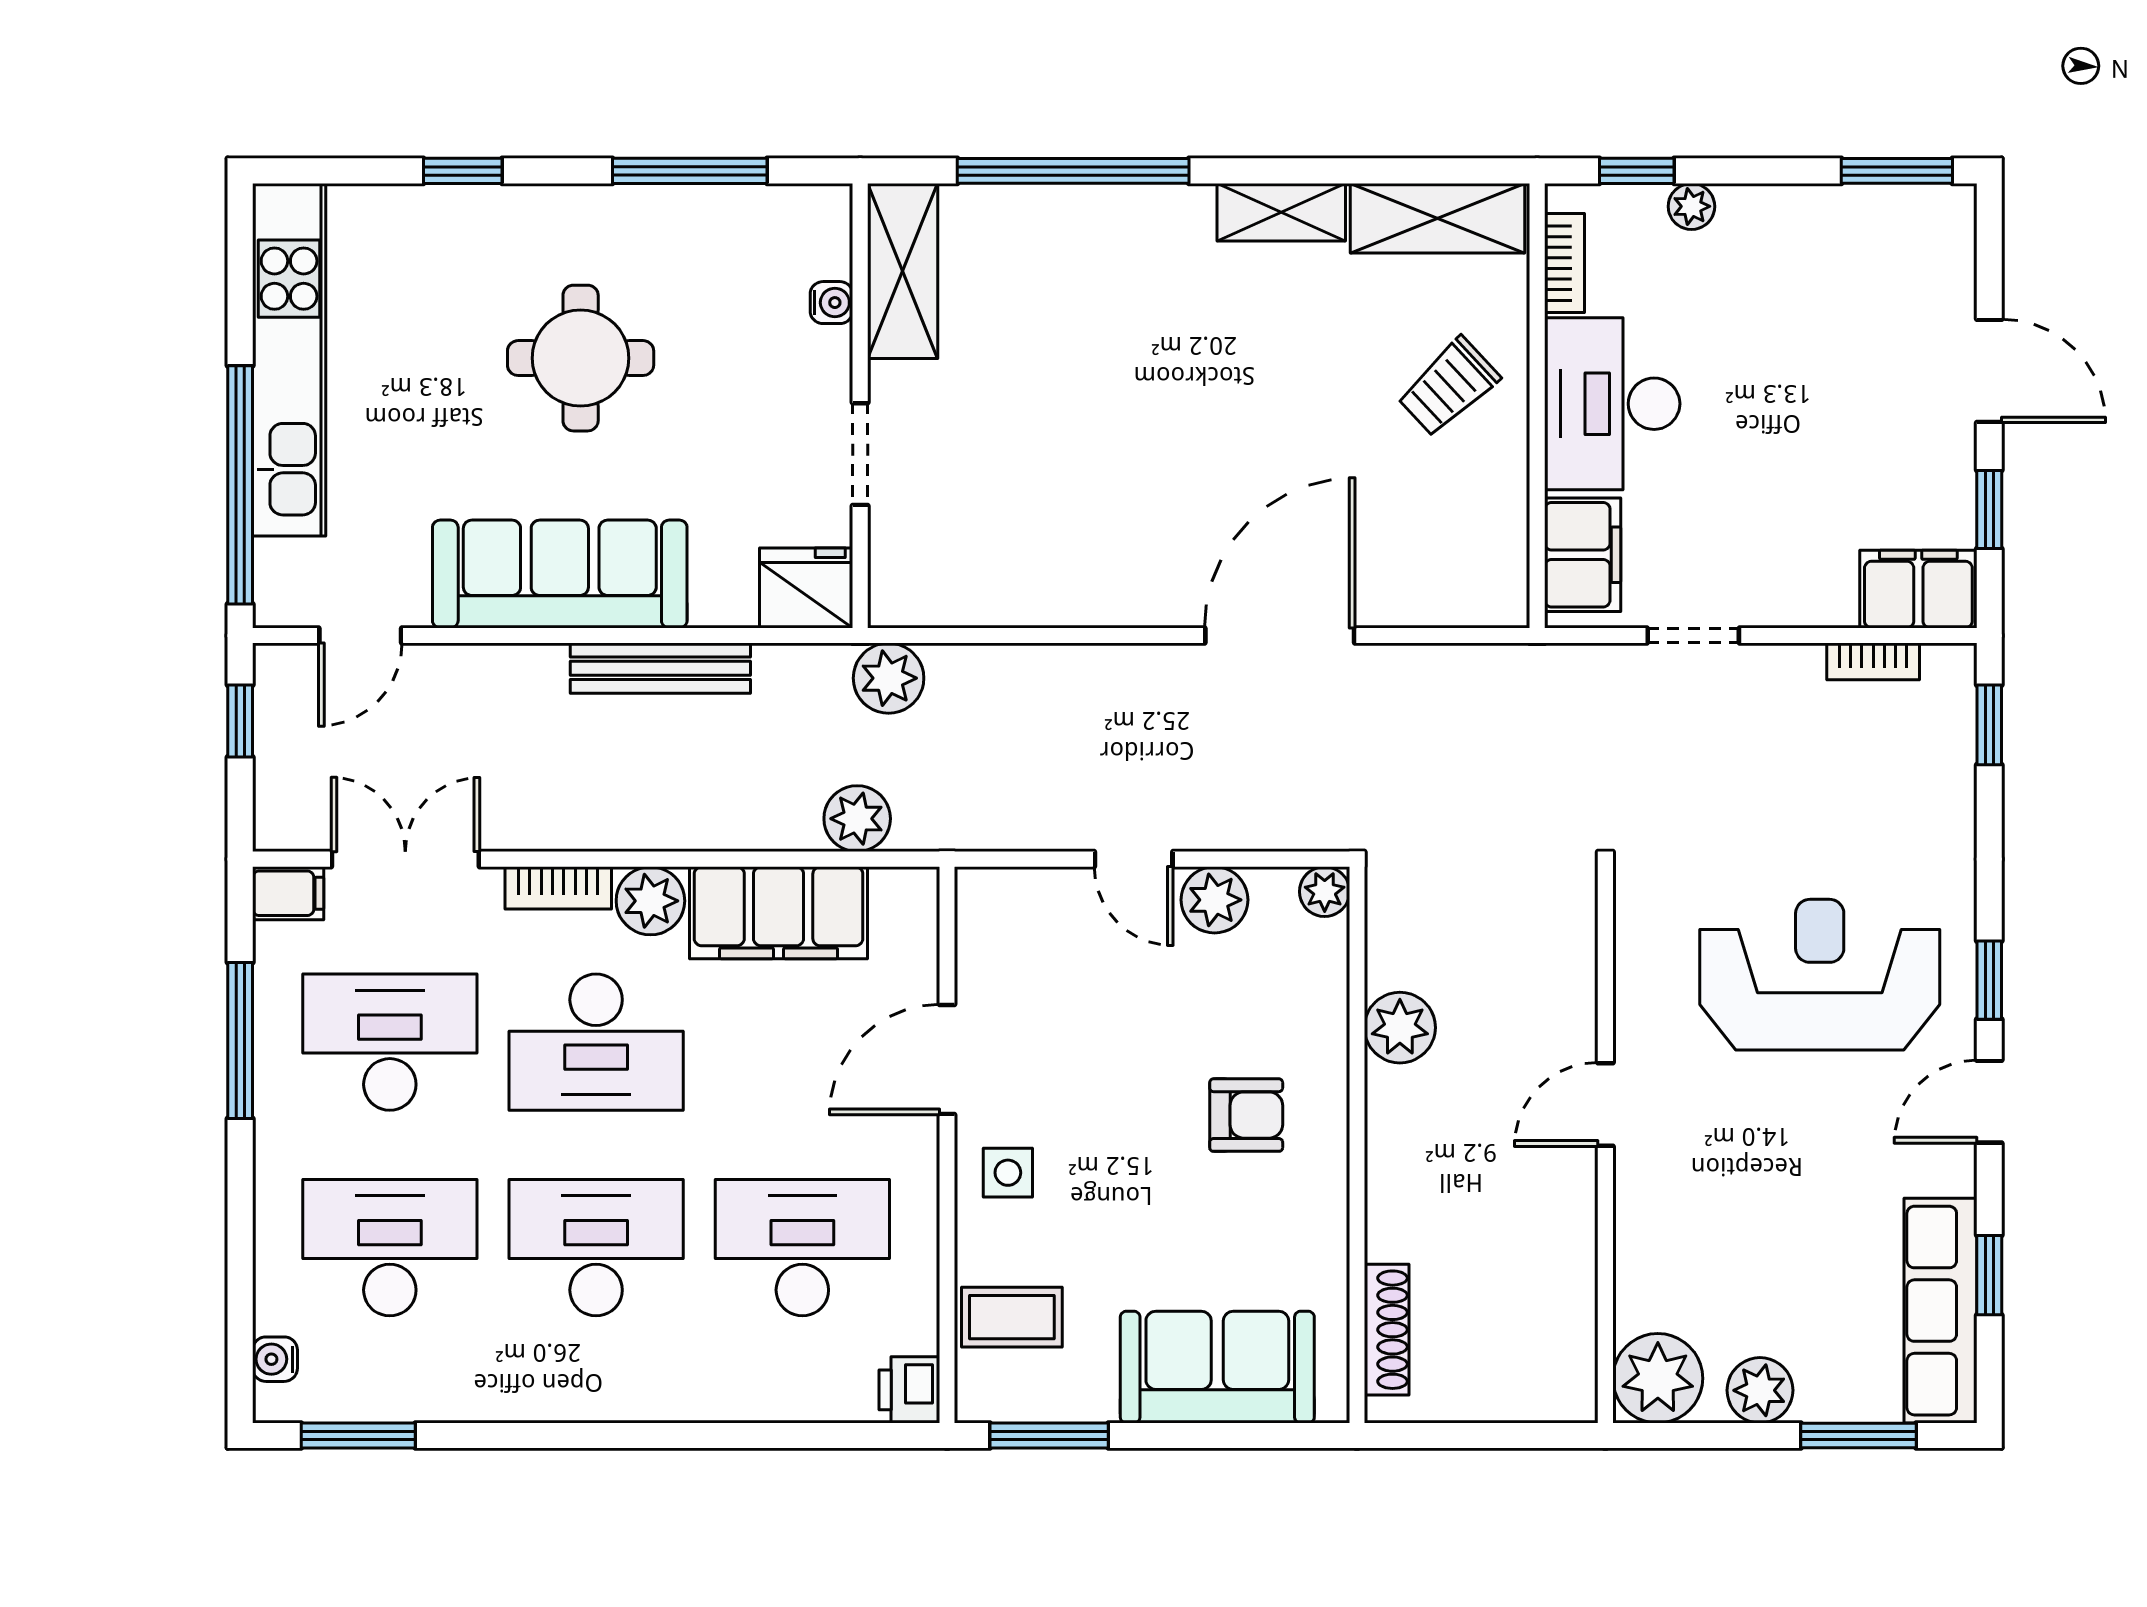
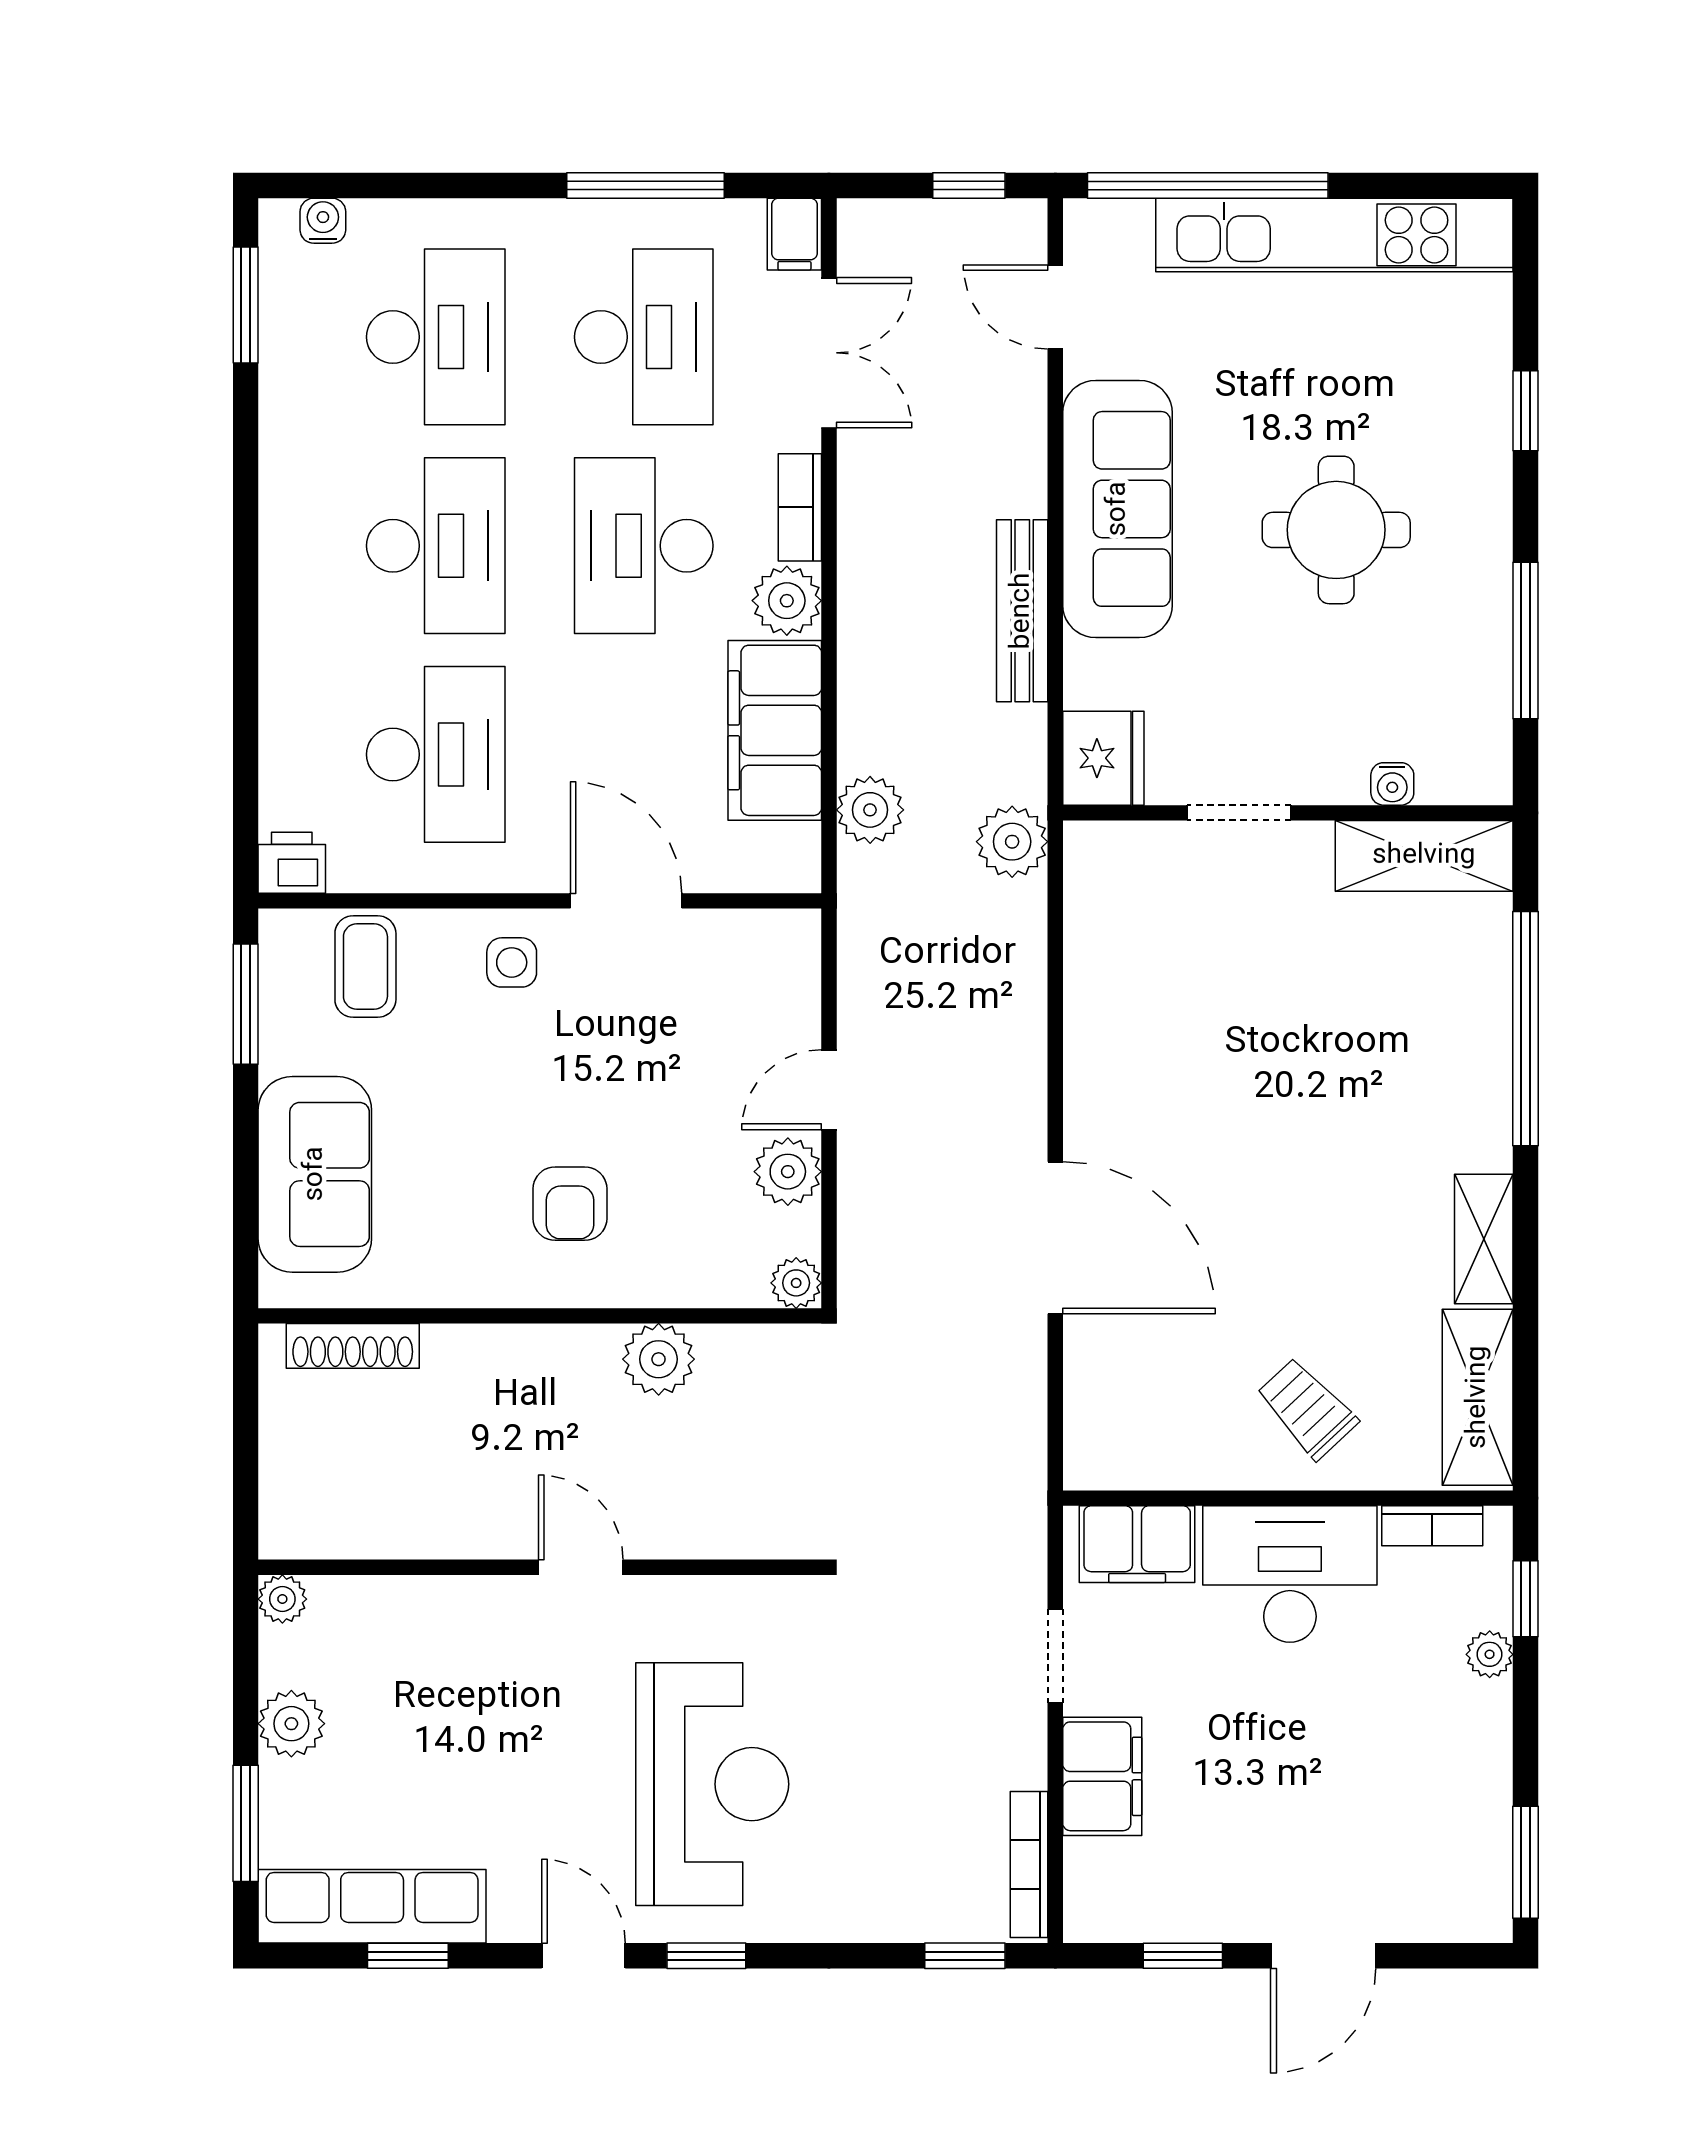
filing cabinet: (1918, 589) -> (1102, 1776), moved
bookcase: (1873, 661) -> (1029, 1864), width x1.56
plant: (1658, 1378) -> (282, 1599), width x0.53, depth x0.53

